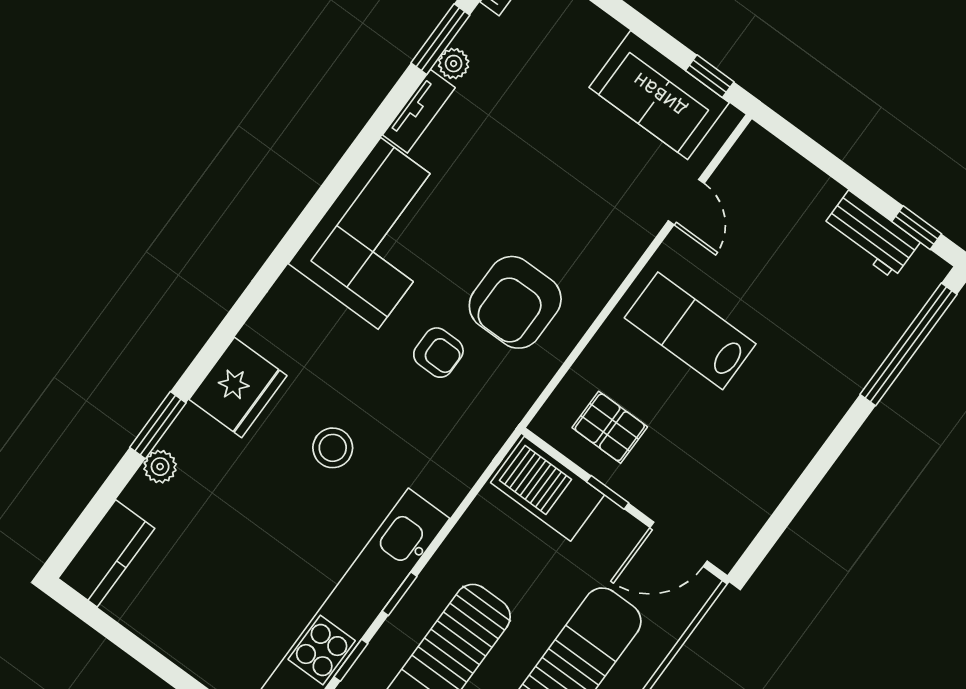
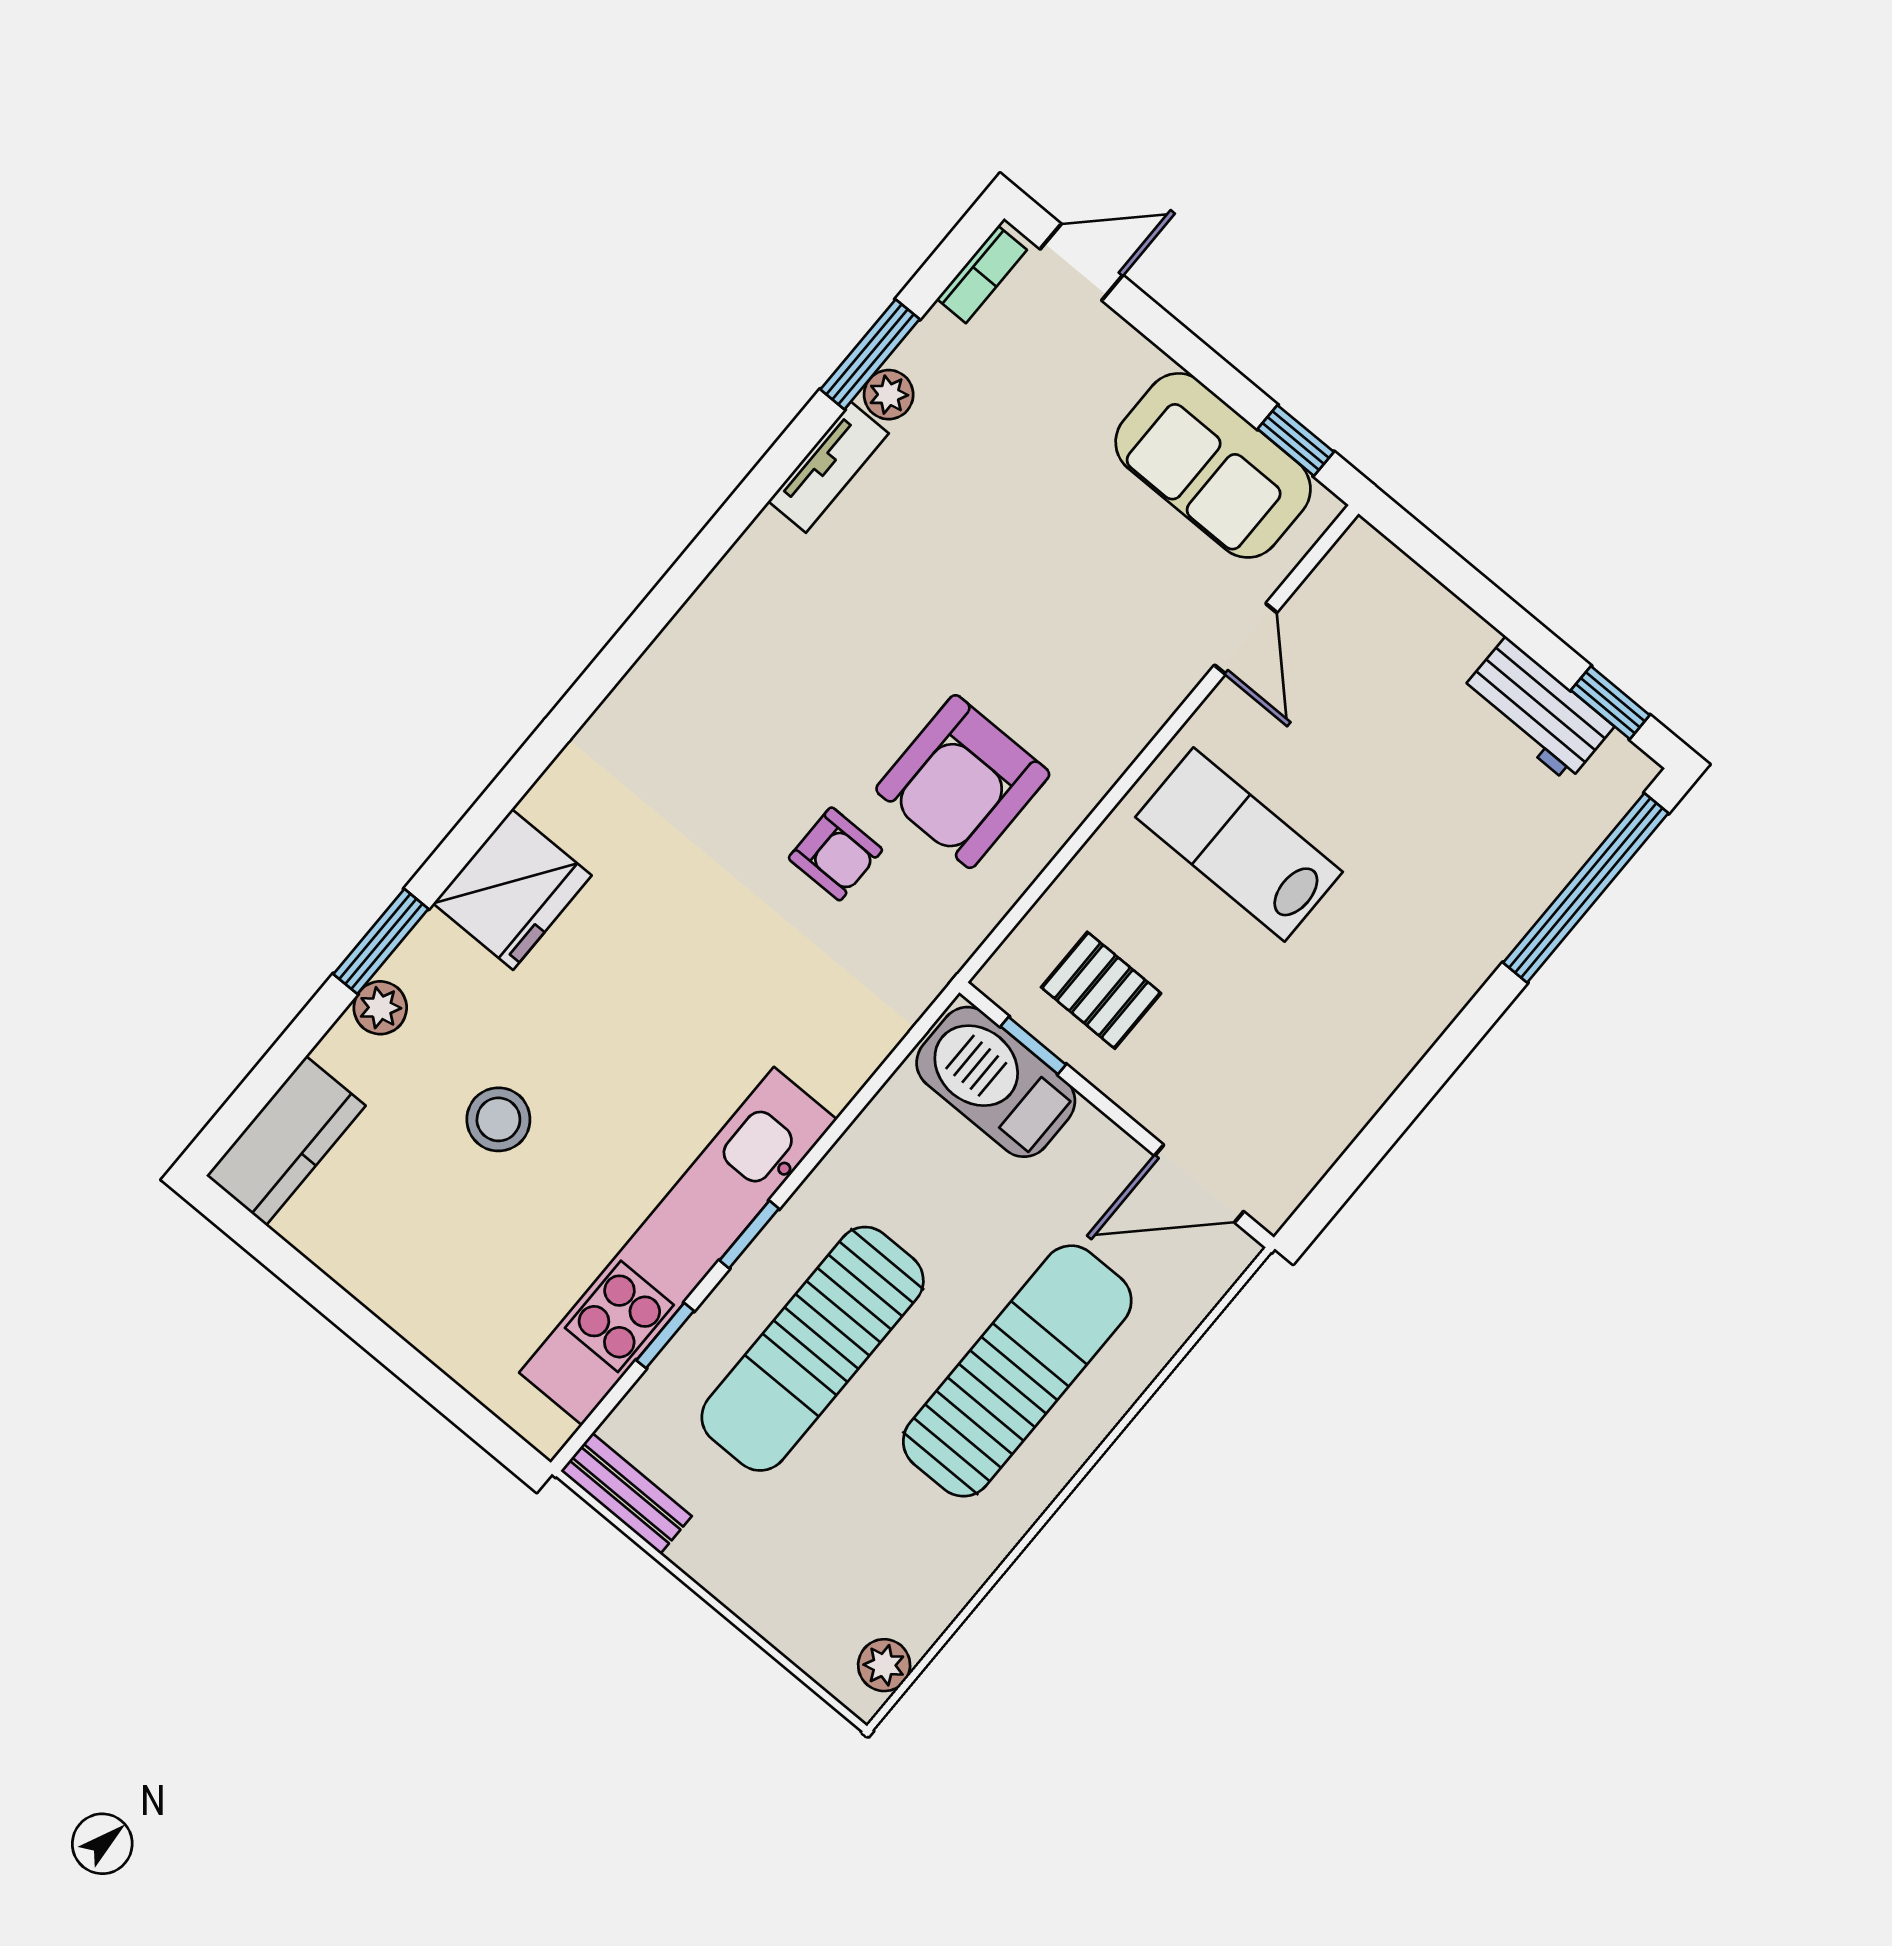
corner sofa: (379, 233) -> (753, 658), removed
stool: (333, 448) -> (498, 1119), moved
window: (608, 492) -> (1033, 1045), moved

